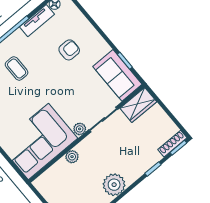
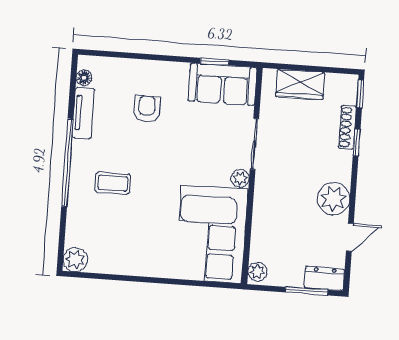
wardrobe: (138, 105) -> (300, 84), moved, turned 90
shoe rack: (172, 144) -> (347, 127), moved
plant: (72, 157) -> (257, 272), moved

